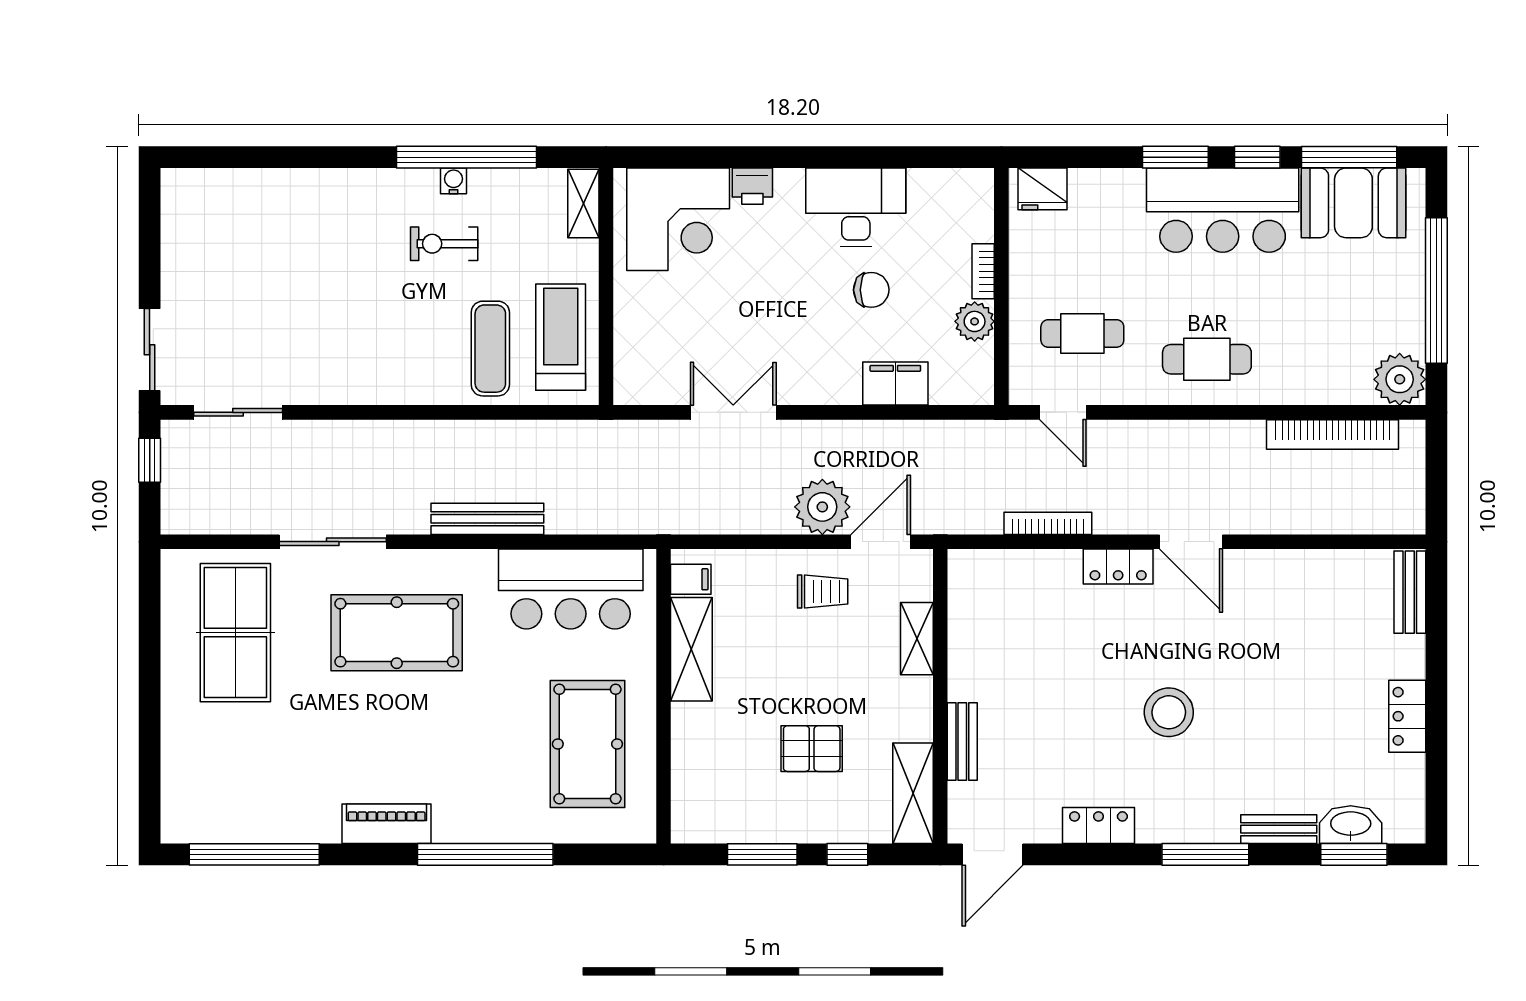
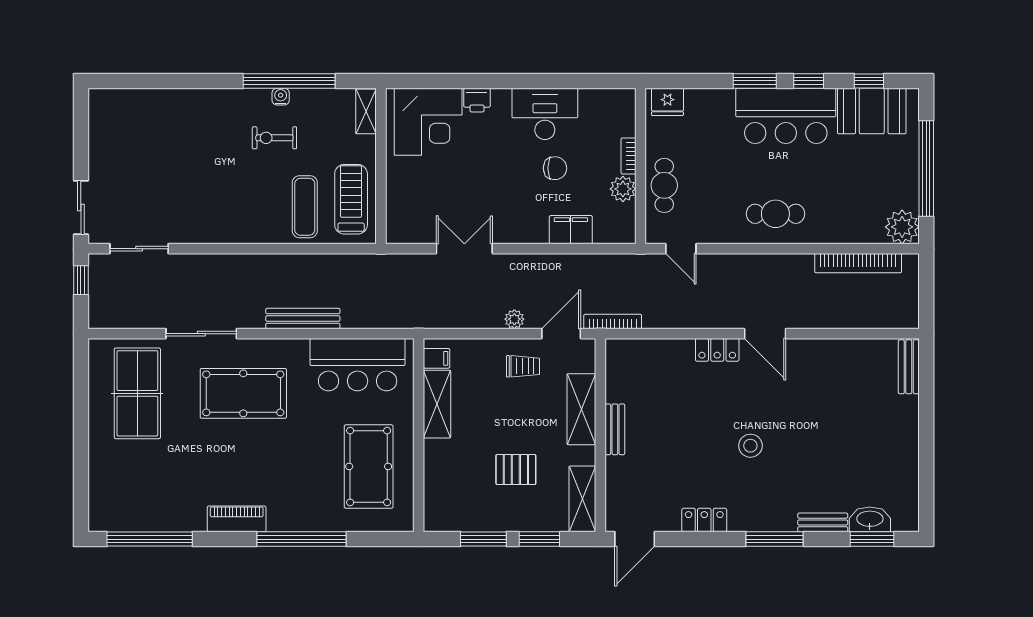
window: (1349, 157) -> (869, 81), width x0.46
cafe table: (1082, 333) -> (664, 185), moved, turned 90
plant: (822, 507) -> (514, 319), width x0.53, depth x0.53
bookcase: (1048, 523) -> (613, 322), moved
shelving: (917, 639) -> (581, 409), width x1.50, depth x1.33
stool: (1169, 712) -> (750, 446), width x0.73, depth x0.73
locker: (1407, 716) -> (907, 448), removed
bench: (962, 742) -> (615, 429), moved
window: (847, 854) -> (539, 539), width x1.50

